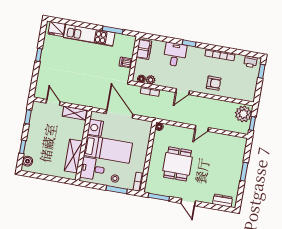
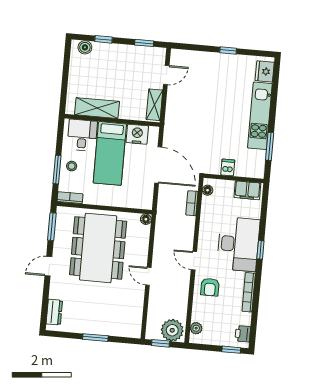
desk: (175, 55) -> (238, 244), width x1.87, depth x1.30
plant: (151, 80) -> (196, 328), moved
door: (183, 92) -> (194, 261), moved
door: (120, 114) -> (158, 165), hinge flipped
dining table: (178, 164) -> (98, 248), width x1.88, depth x1.24

